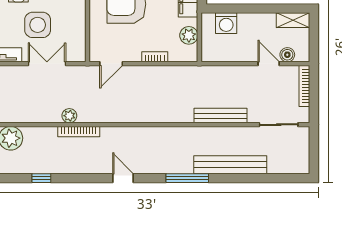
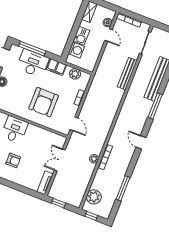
kitchen sink: (251, 22) -> (81, 36), added
side table: (38, 25) -> (36, 157), removed
door: (269, 64) -> (108, 35), swing flipped
window: (41, 178) -> (123, 188), width x2.17
door: (123, 178) -> (141, 142), hinge flipped

